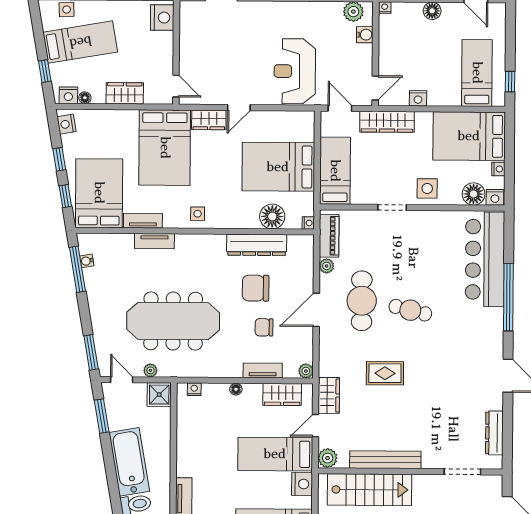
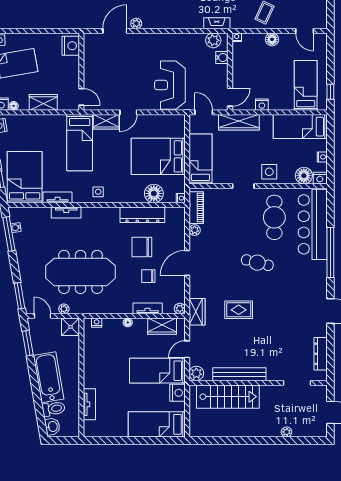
bed: (469, 136) -> (300, 127), width x0.67
bed: (165, 148) -> (80, 143), width x0.67
cafe table: (362, 301) -> (274, 217), moved
wardrobe: (329, 395) -> (197, 312), moved

